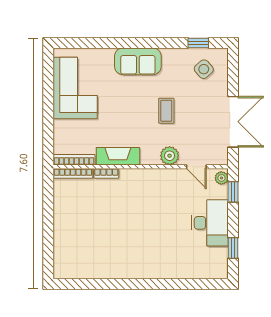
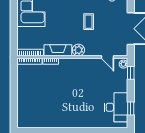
plant: (170, 156) -> (78, 50), moved
desk: (210, 223) -> (116, 107), moved

